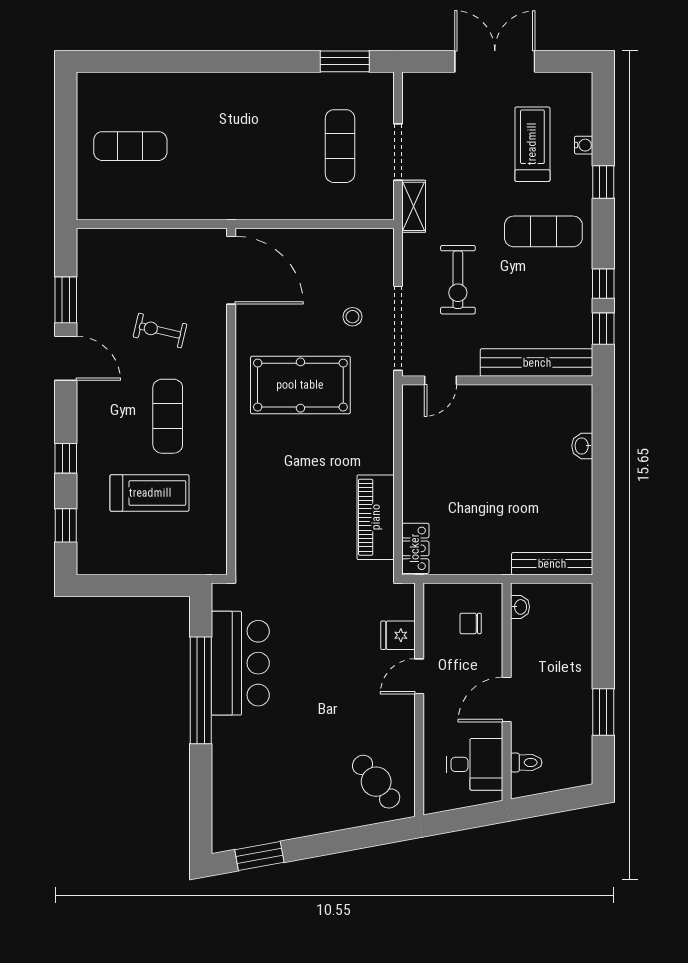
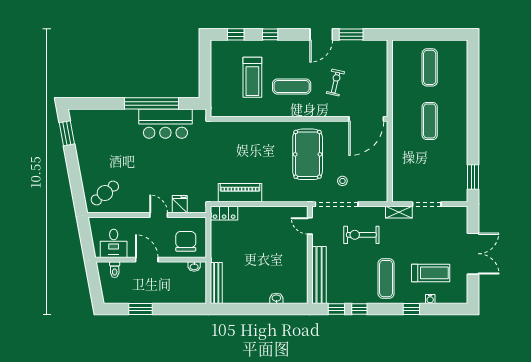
exercise mat: (340, 146) -> (430, 121), moved, turned 90
chair: (471, 623) -> (186, 241), width x1.87, depth x1.87

